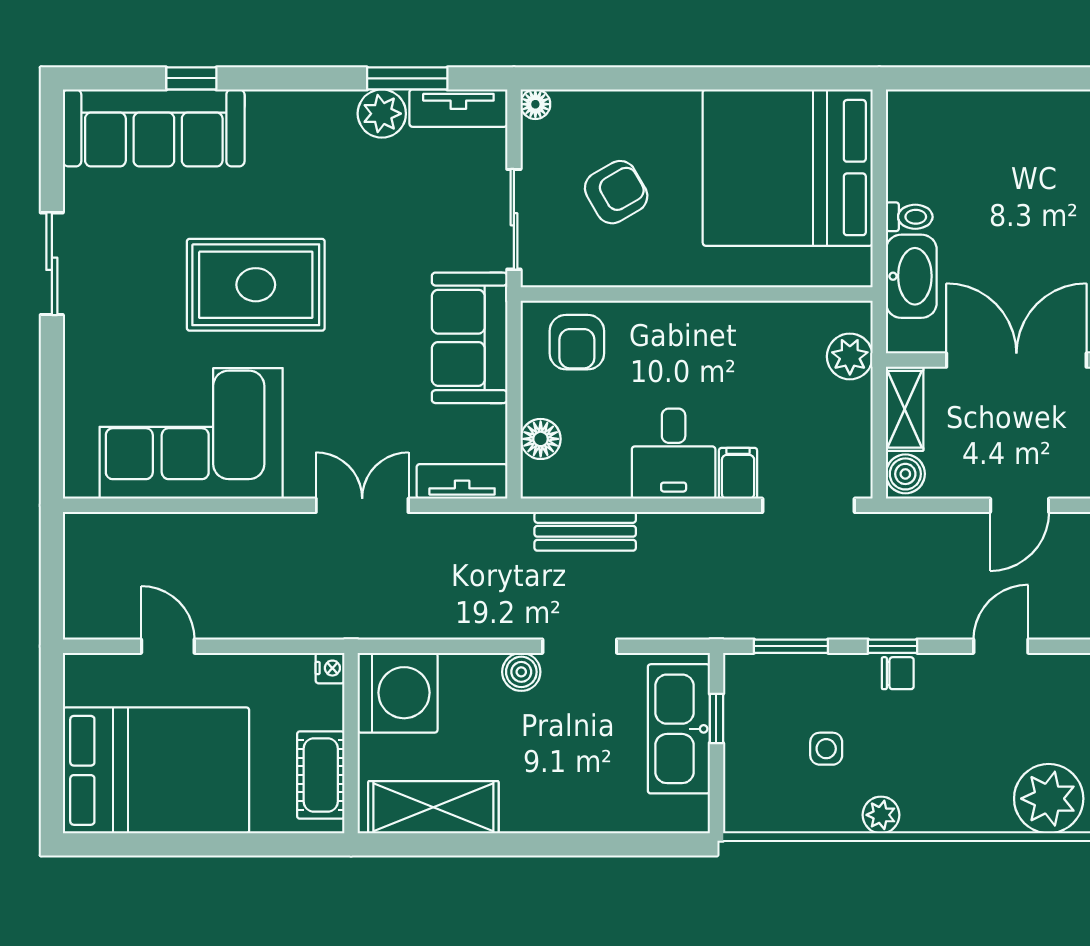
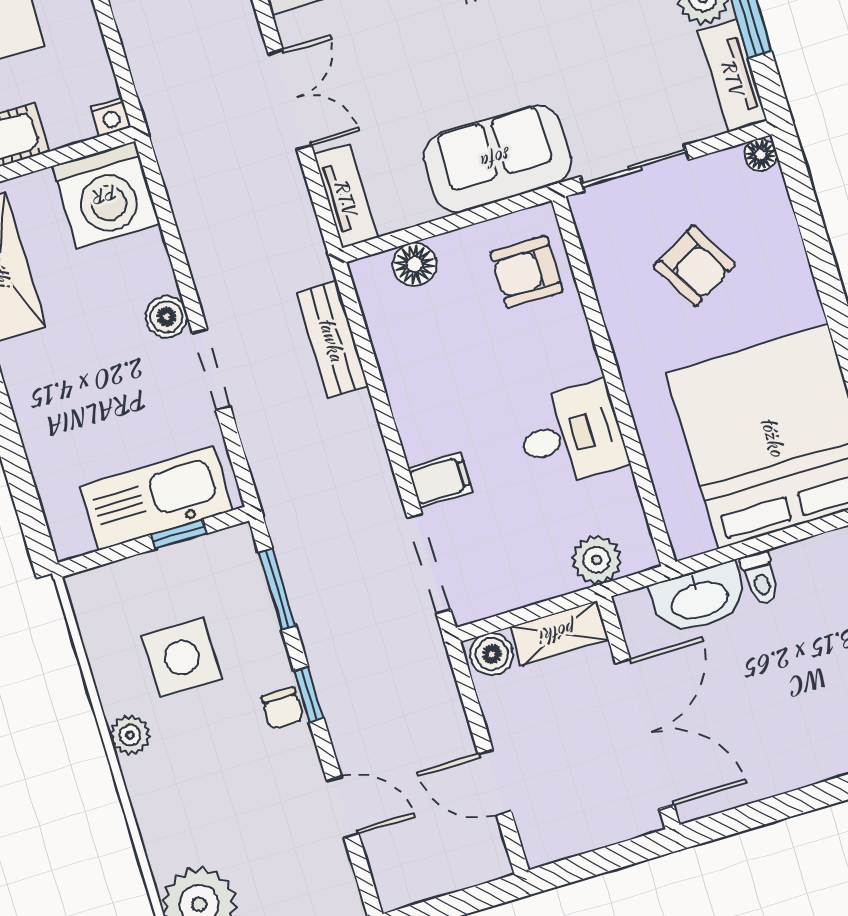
desk: (674, 454) -> (571, 435), moved, turned 180
side table: (826, 749) -> (182, 658), width x1.87, depth x1.87

